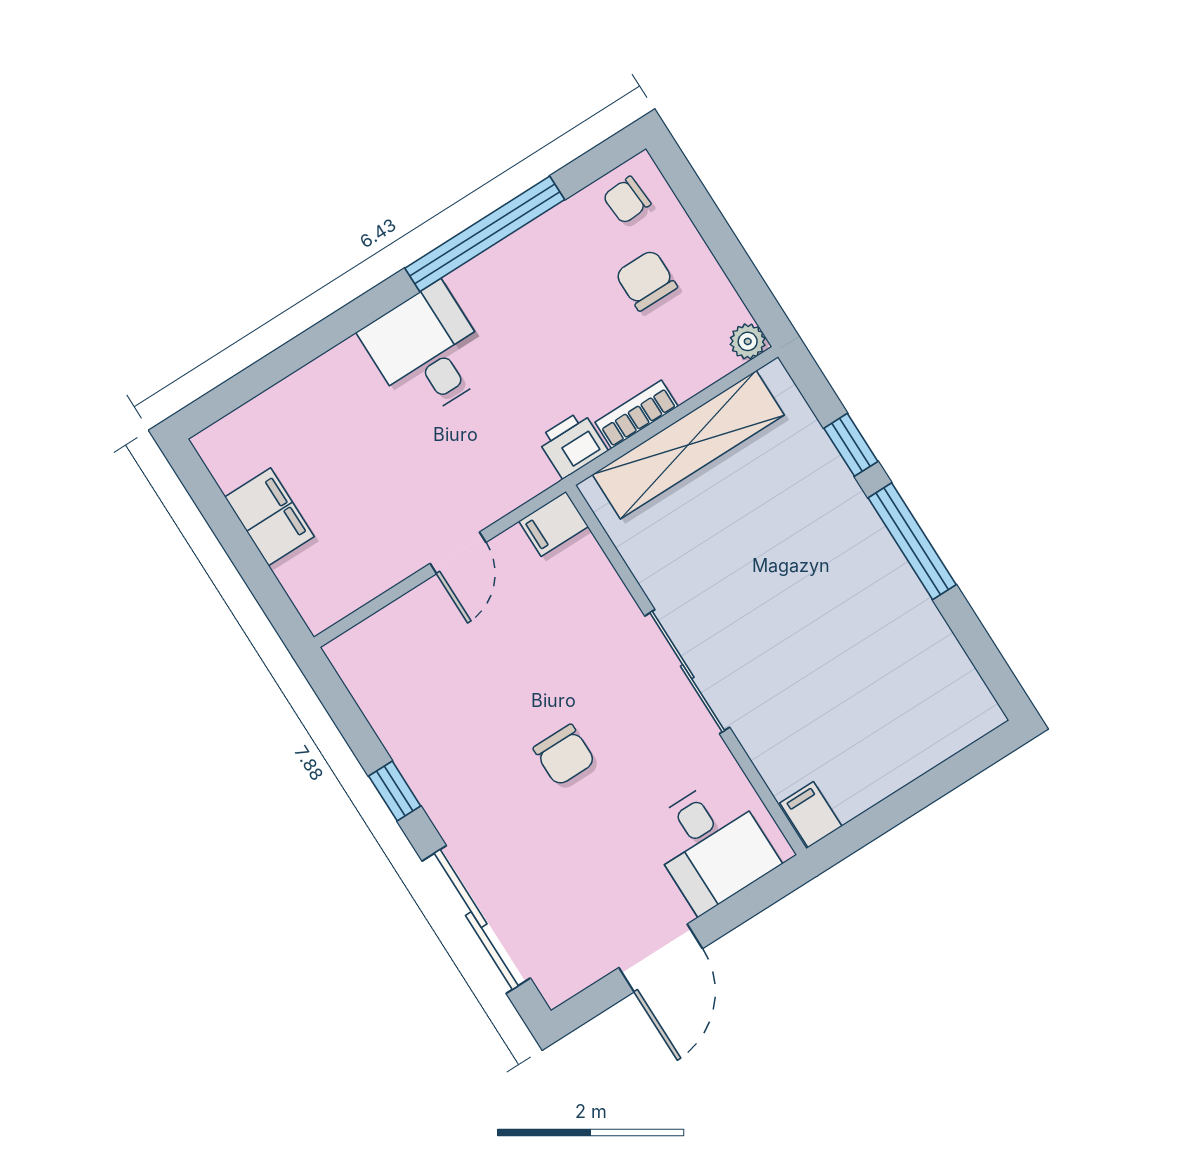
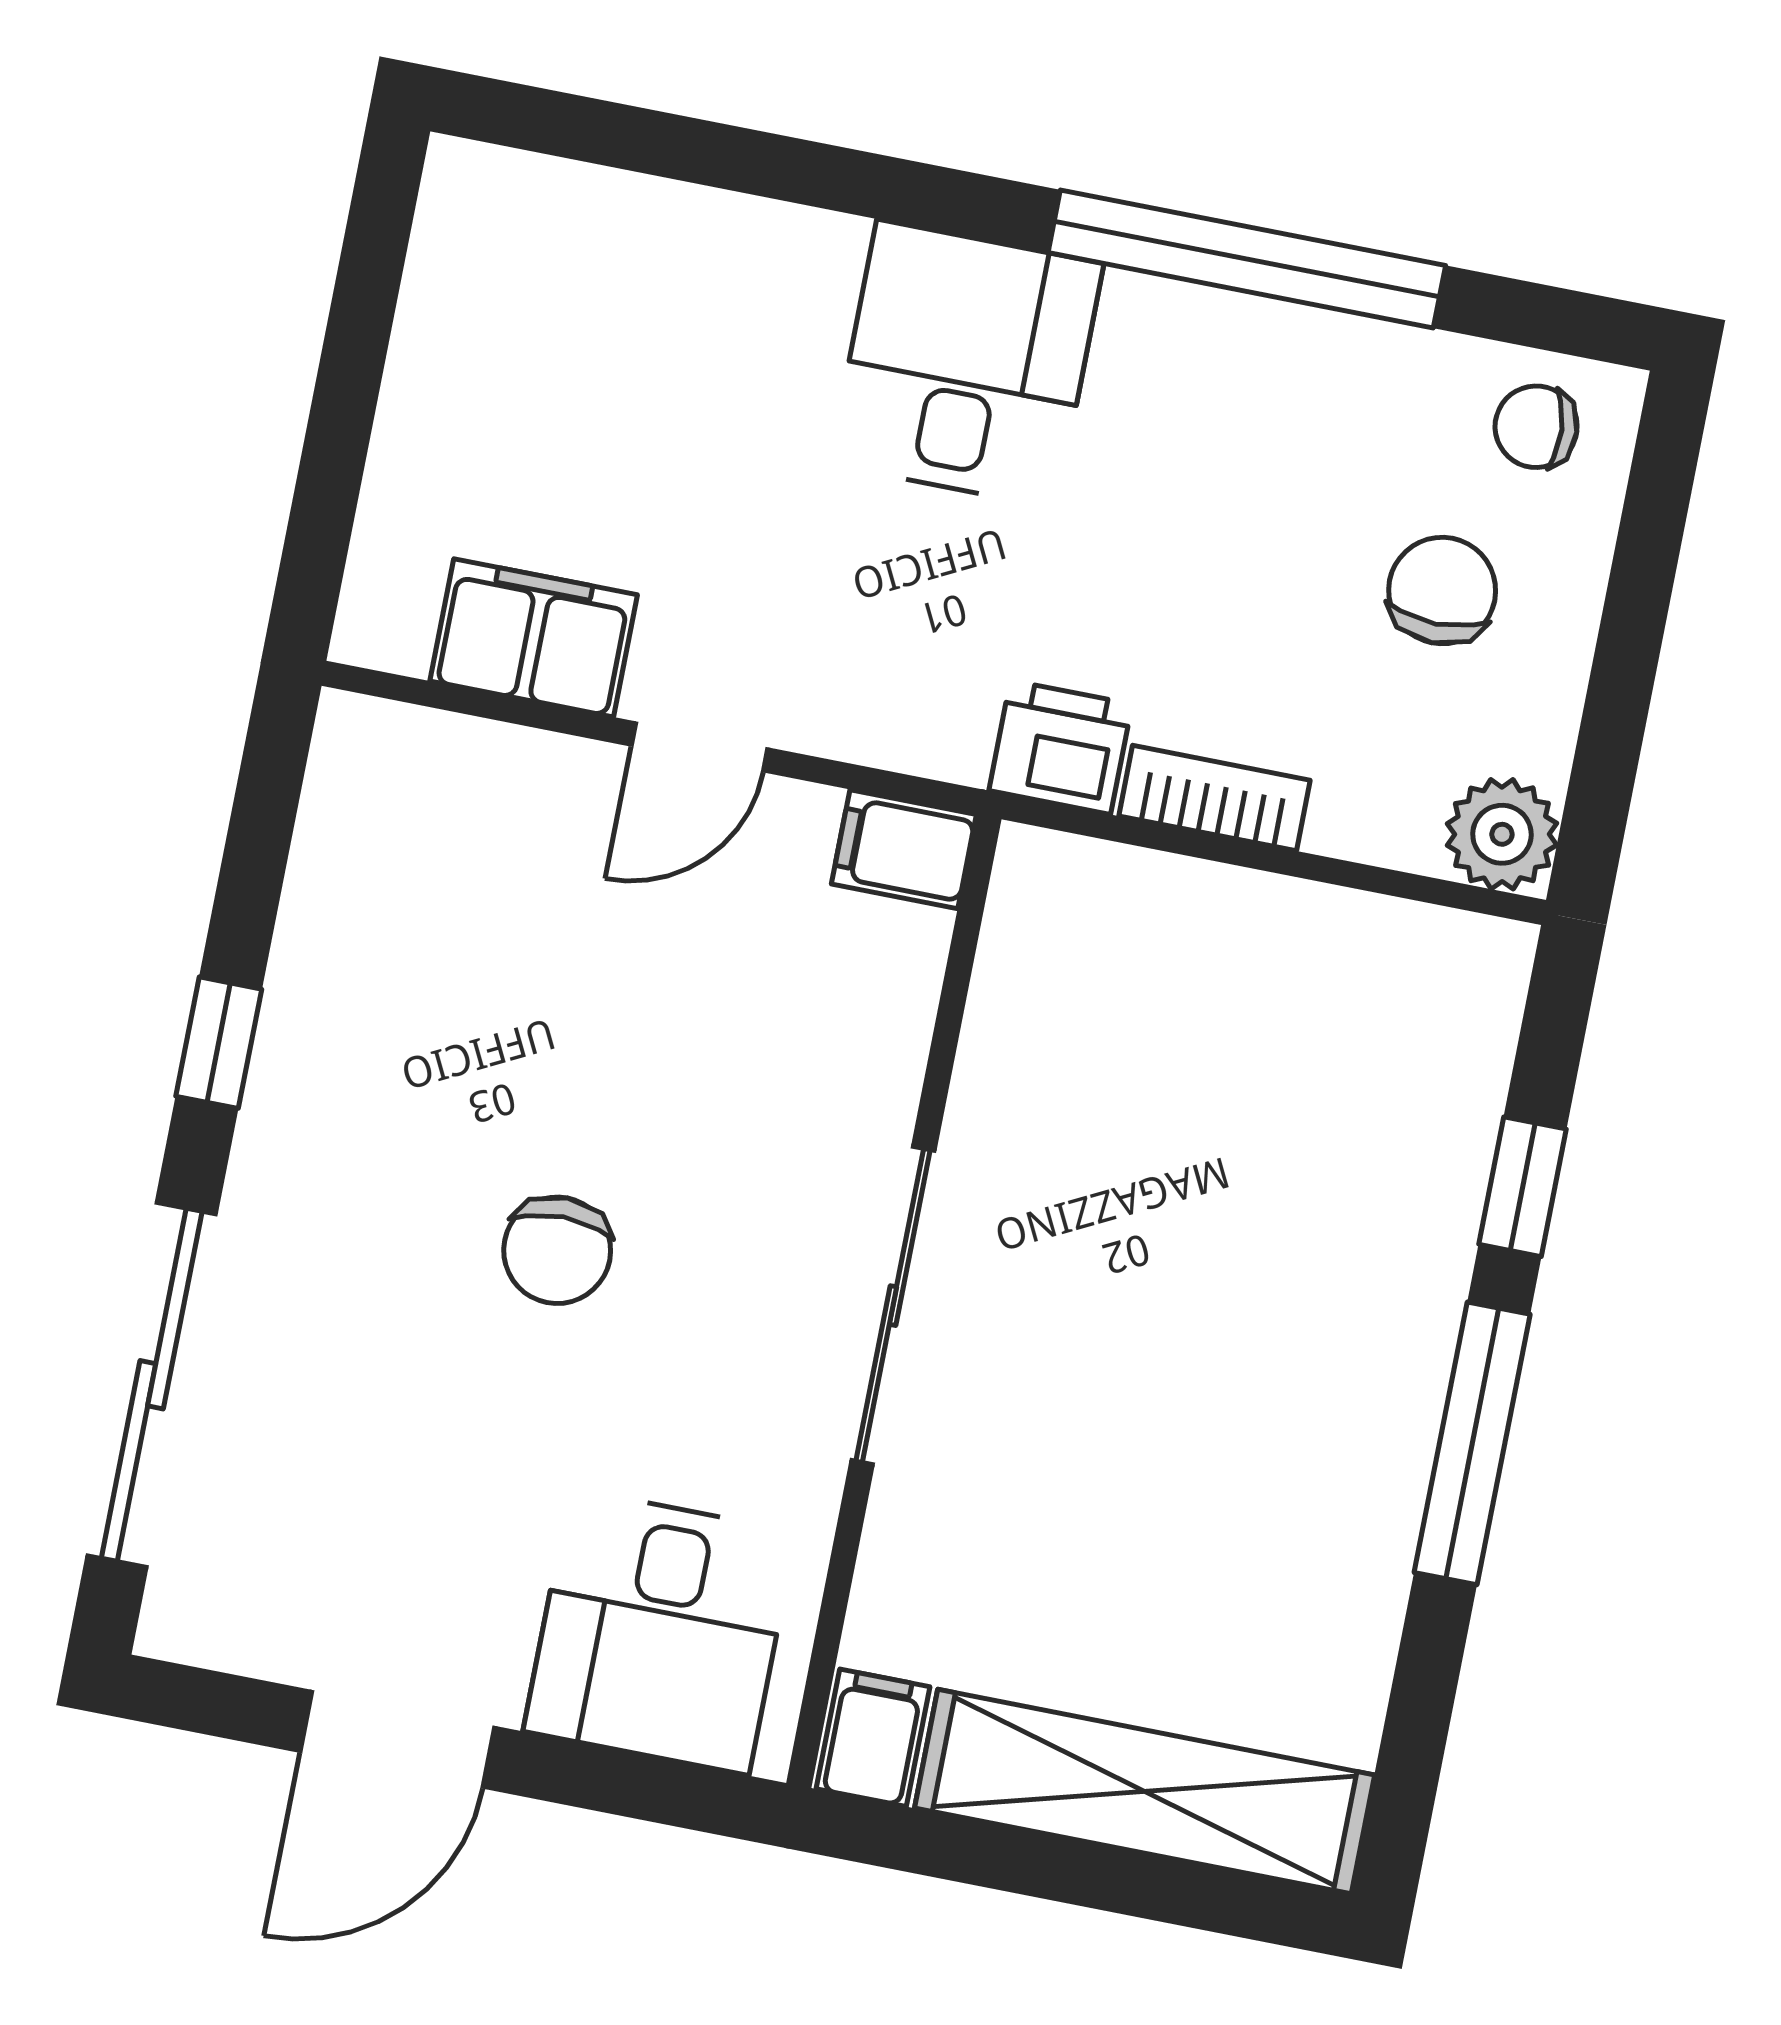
plant: (748, 341) -> (1502, 834), width x1.38, depth x1.38
shelving: (688, 445) -> (1145, 1792), moved
filing cabinet: (269, 517) -> (534, 638), moved, turned -90

